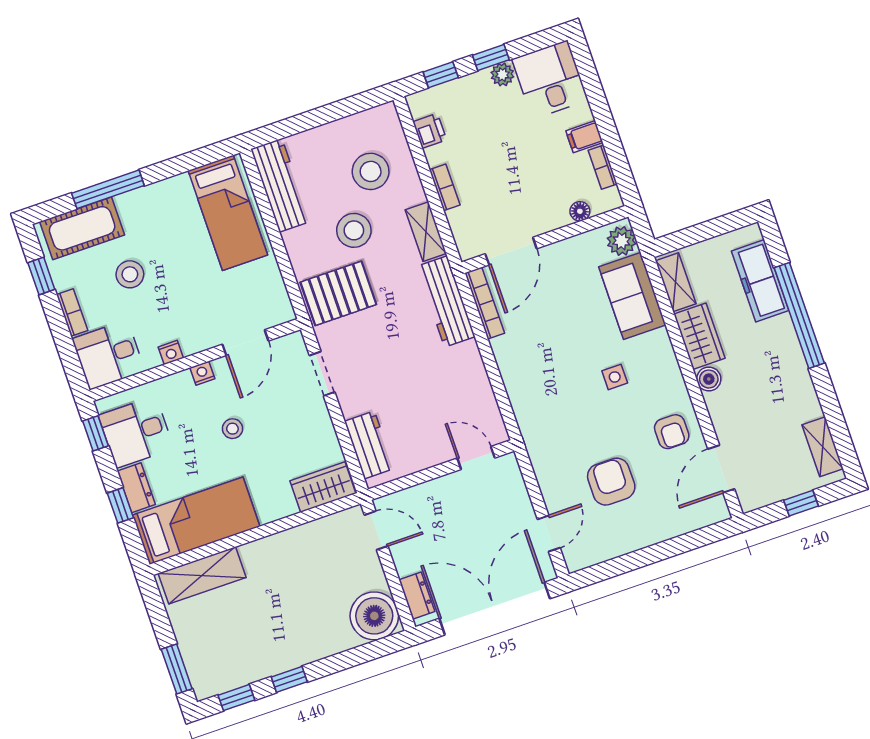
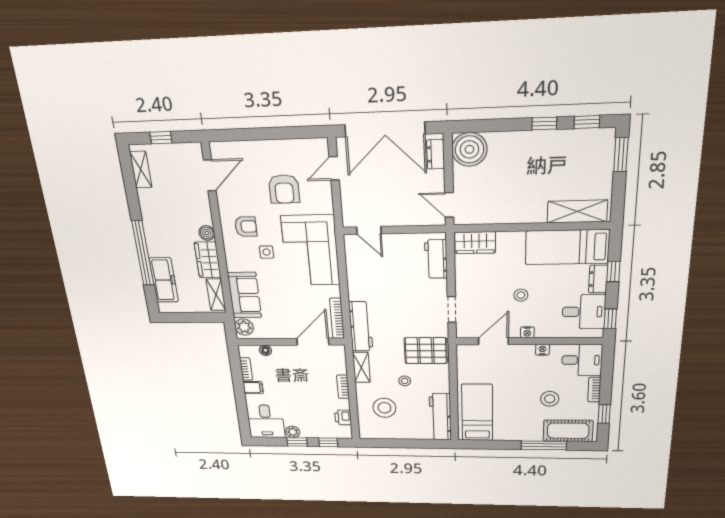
stool: (354, 230) -> (405, 381), width x0.53, depth x0.53
corner sofa: (551, 400) -> (311, 250), added
armchair: (672, 432) -> (246, 227), moved, turned 90

